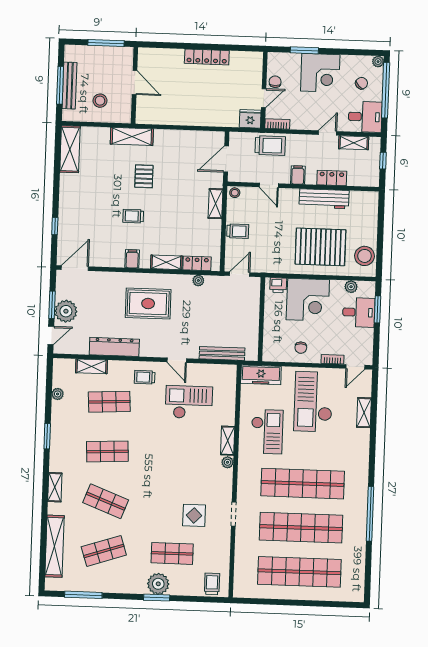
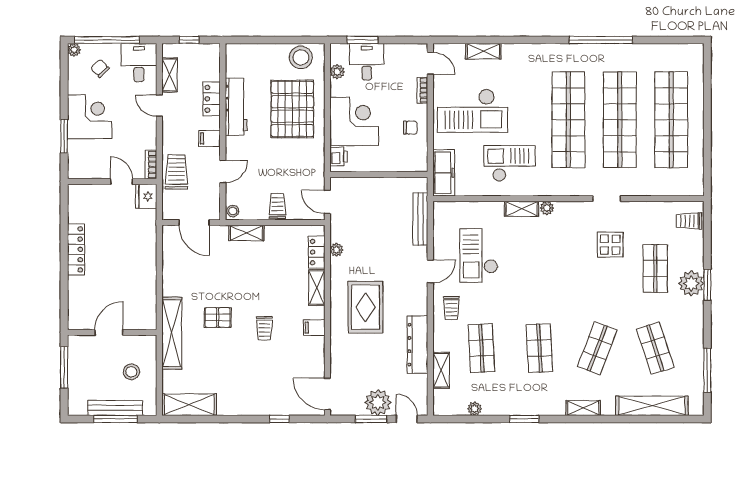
chair: (275, 82) -> (102, 169), removed
shelving: (132, 136) -> (172, 333), width x1.47

